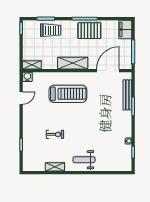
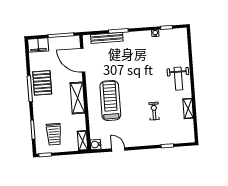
trolley: (51, 30) -> (54, 134), moved, turned 180

